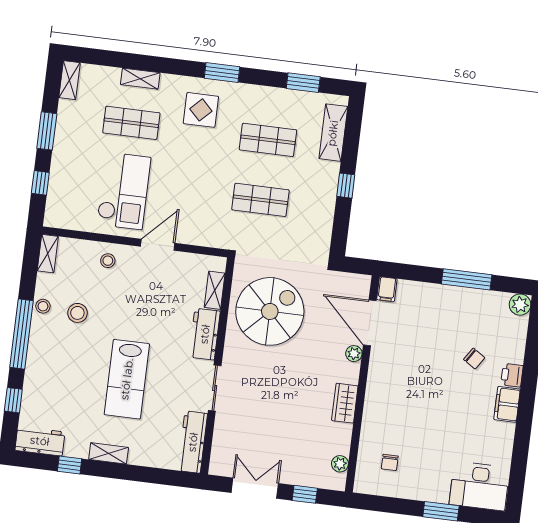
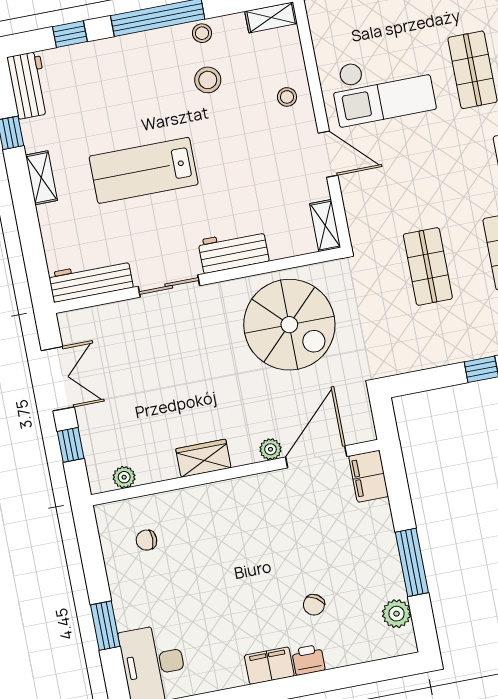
filing cabinet: (387, 289) -> (369, 476), width x2.00
shelving: (215, 290) -> (325, 226), moved, turned 90
plant: (520, 305) -> (396, 614), moved

